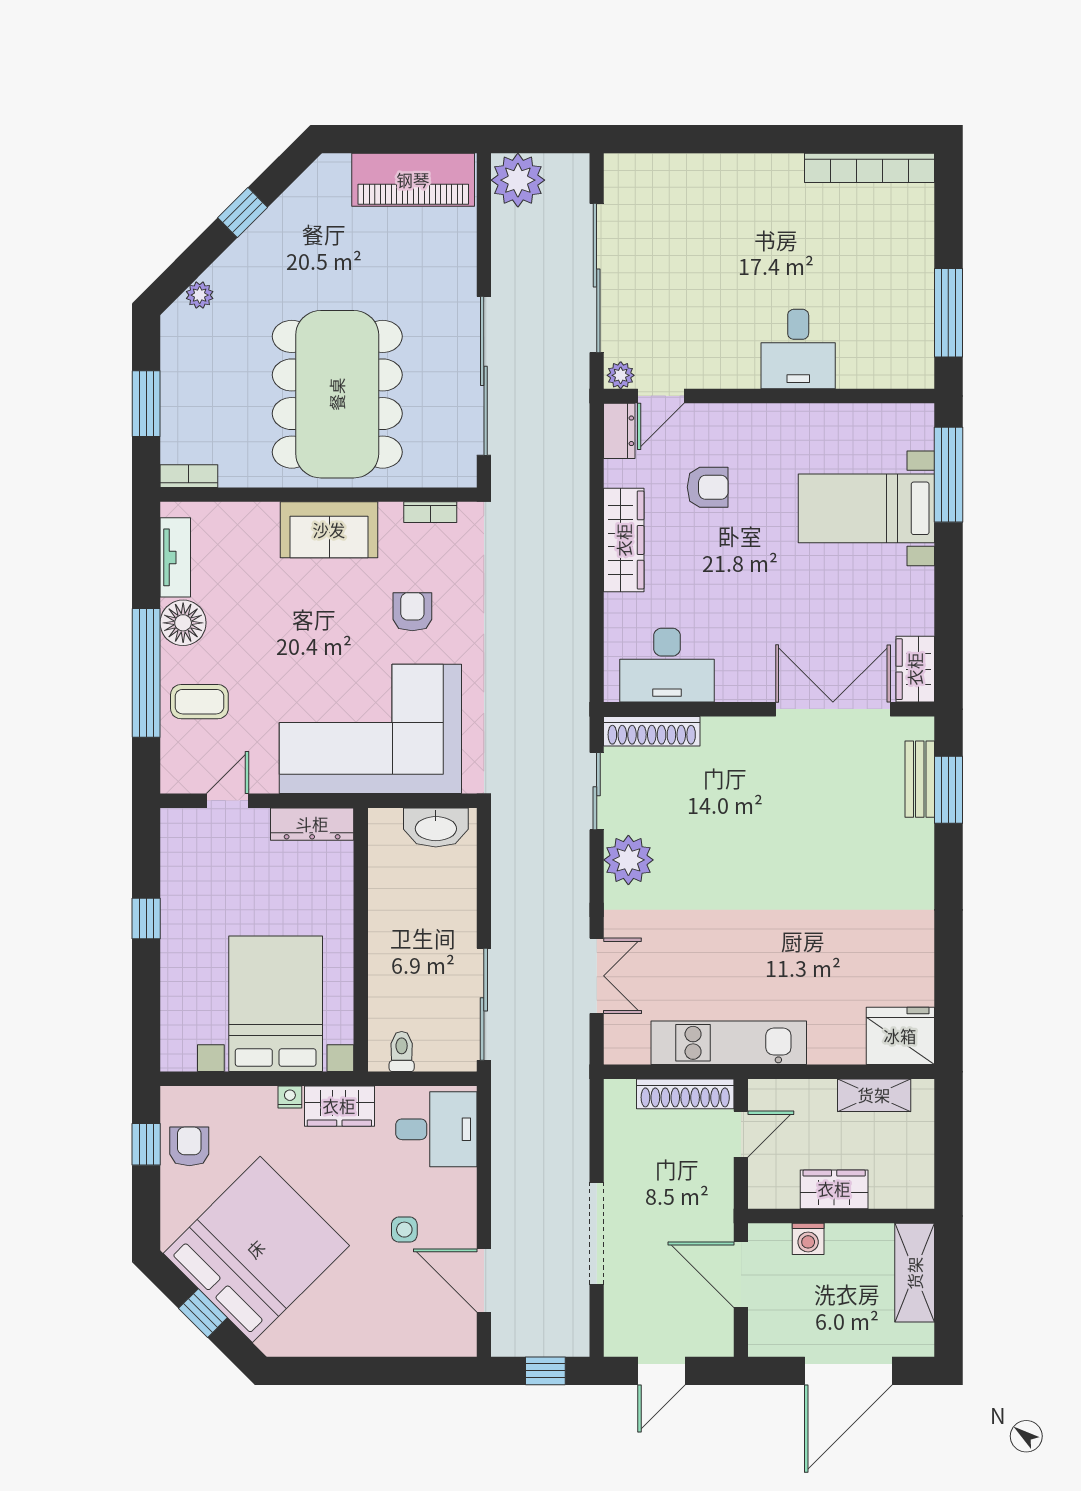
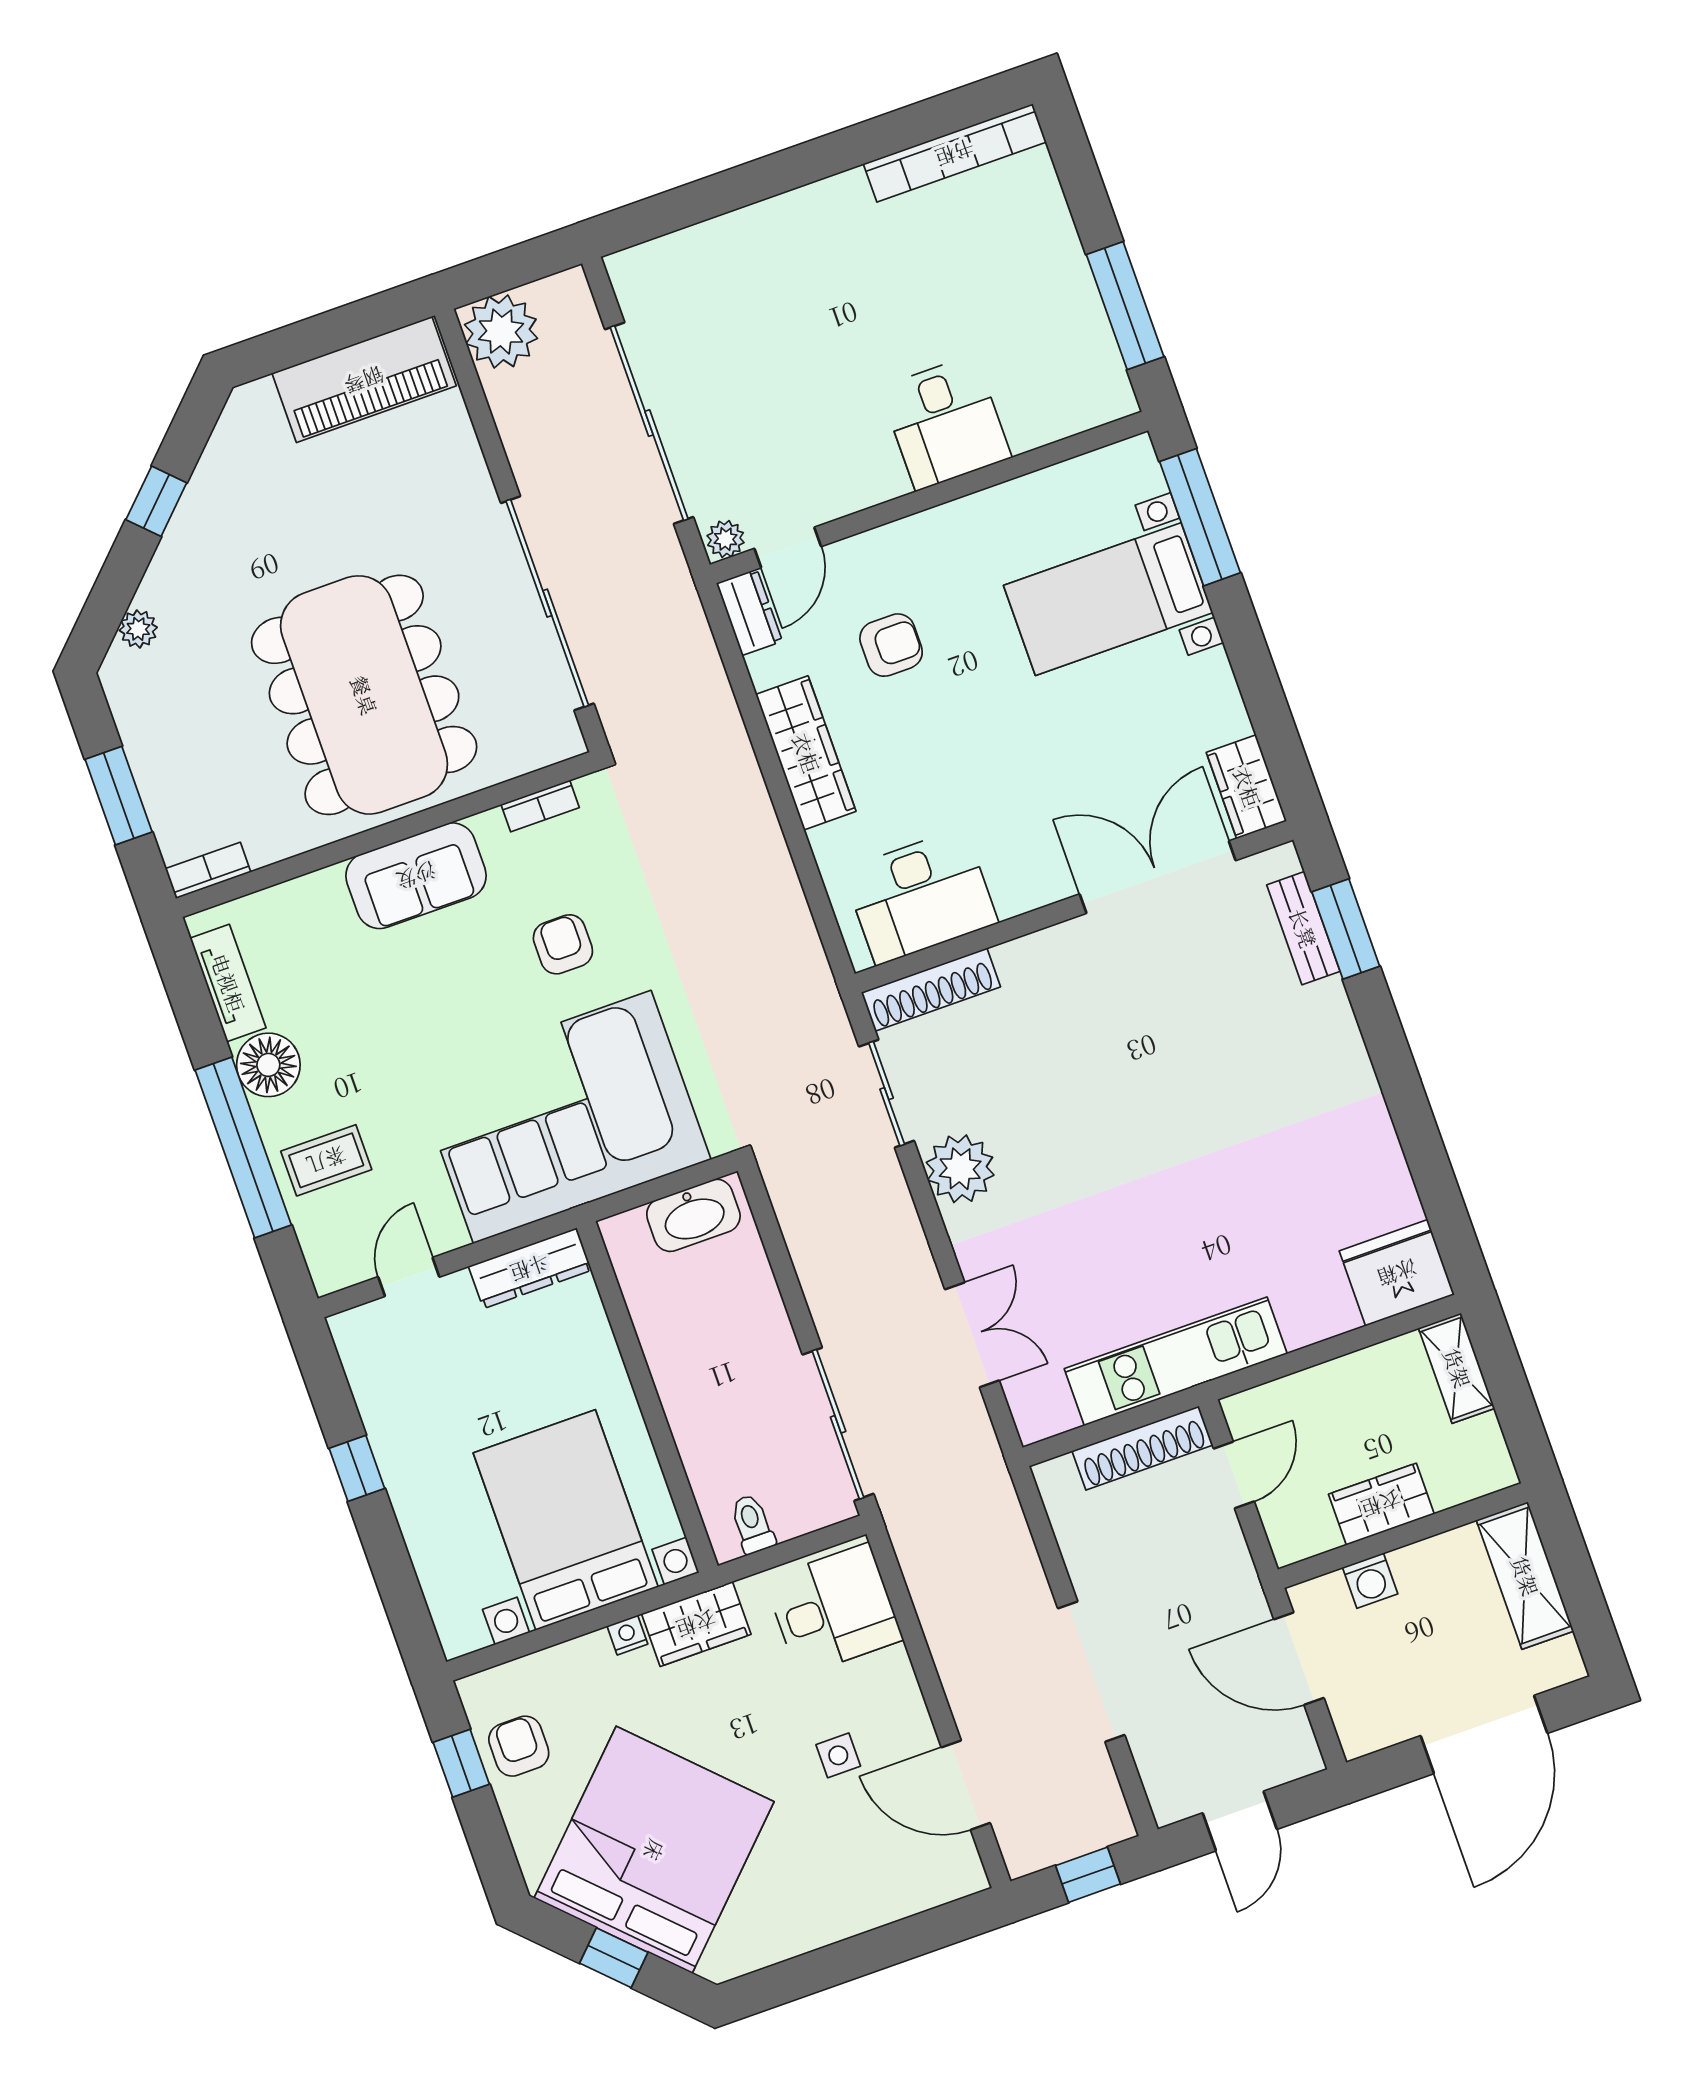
shelving: (874, 1095) -> (1457, 1368), moved, turned 90

